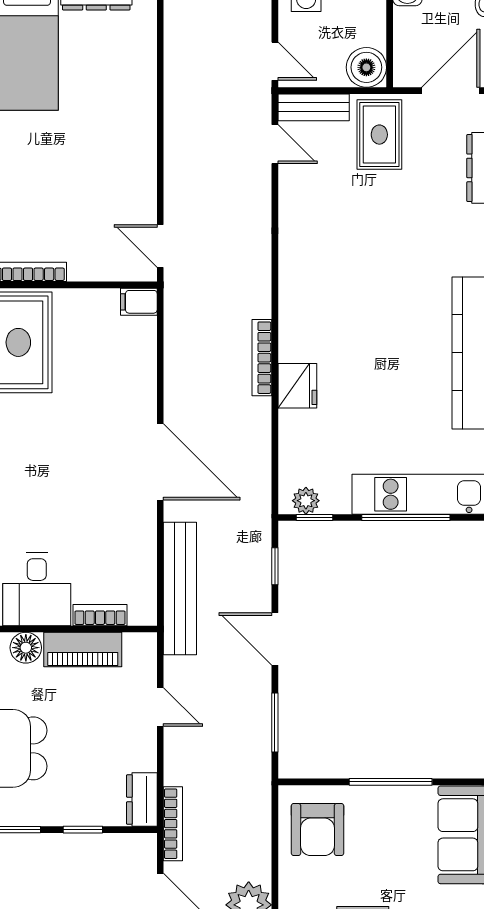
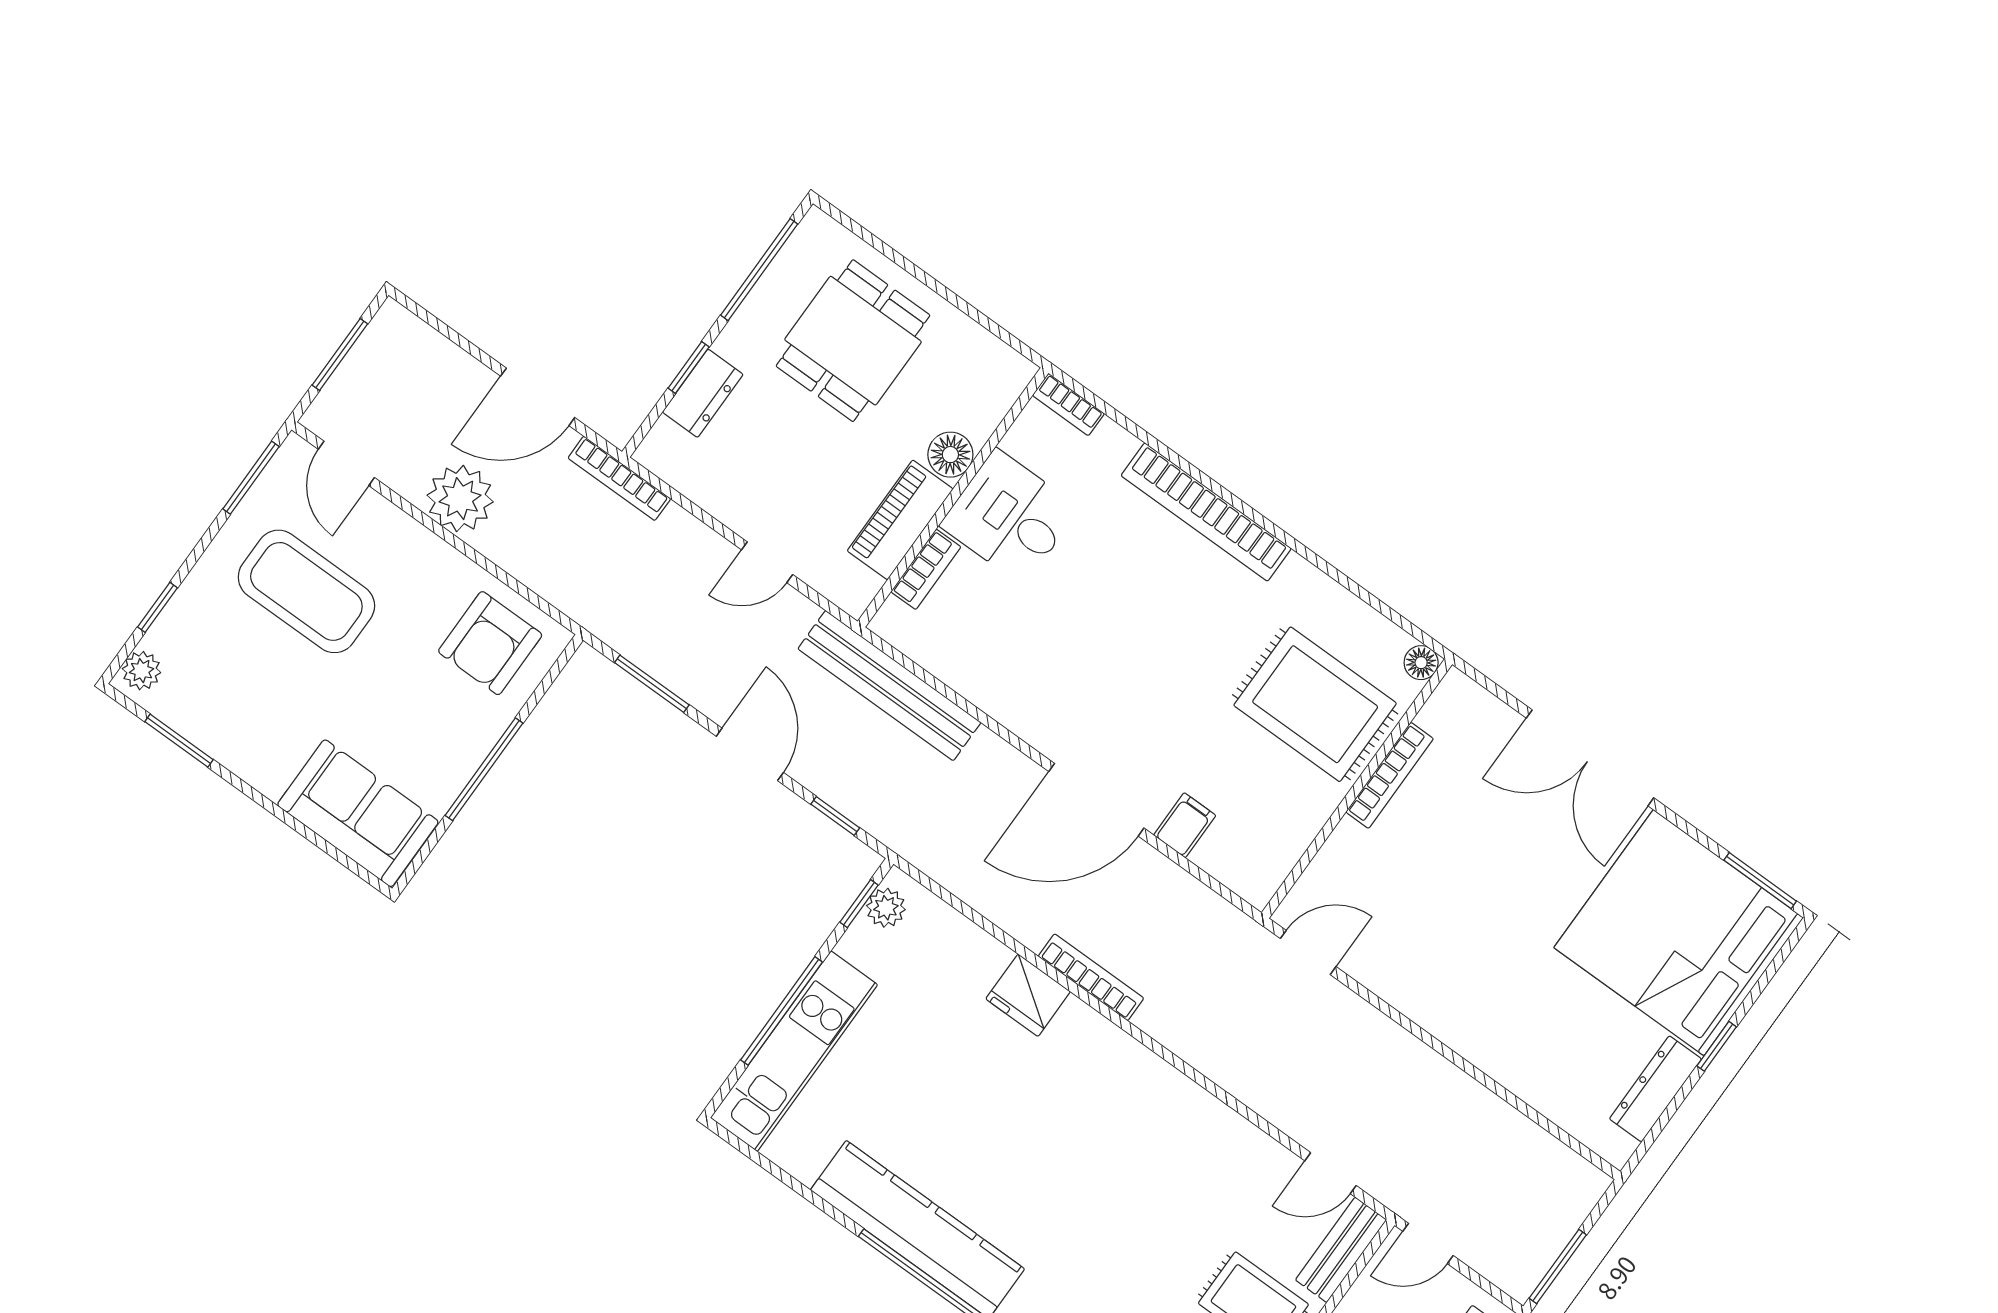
filing cabinet: (139, 302) -> (1185, 825), moved
door: (160, 462) -> (1096, 800), moved
door: (275, 639) -> (750, 754), hinge flipped
dresser: (142, 800) -> (703, 393), moved, turned 90
armchair: (317, 829) -> (490, 643), turned -90

